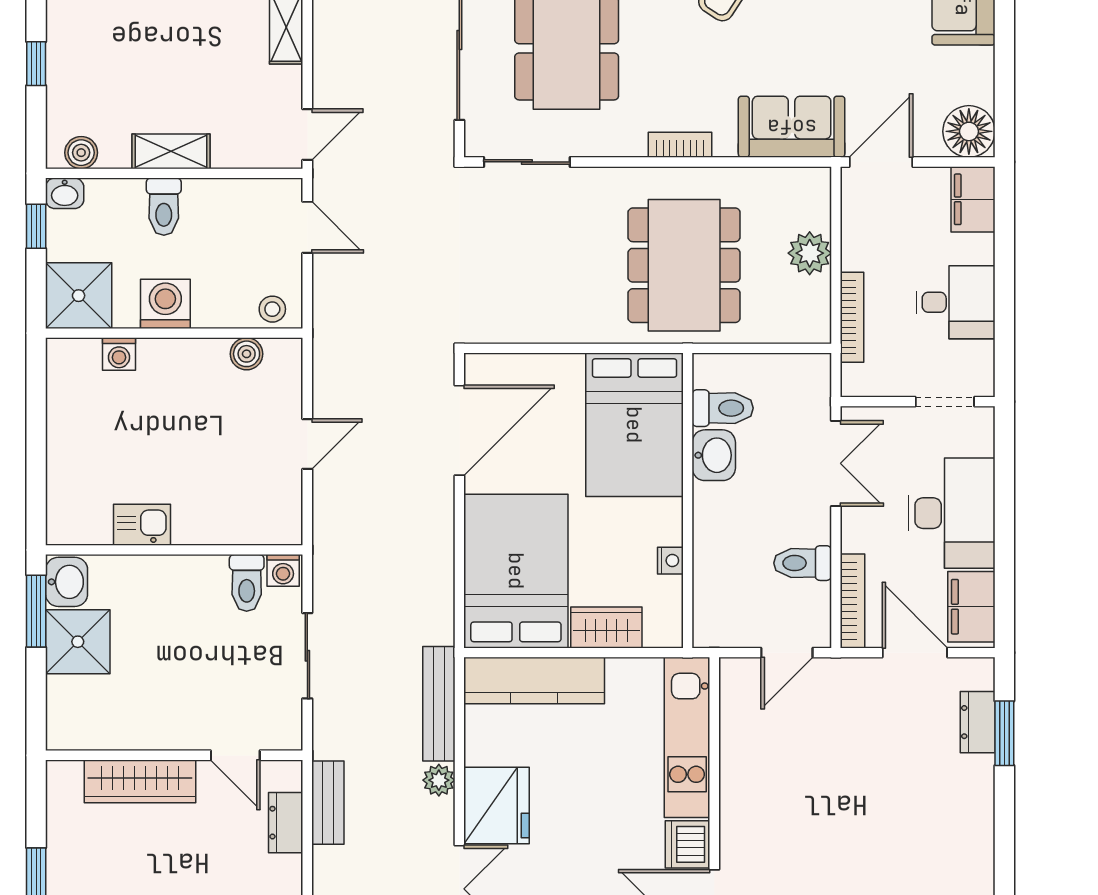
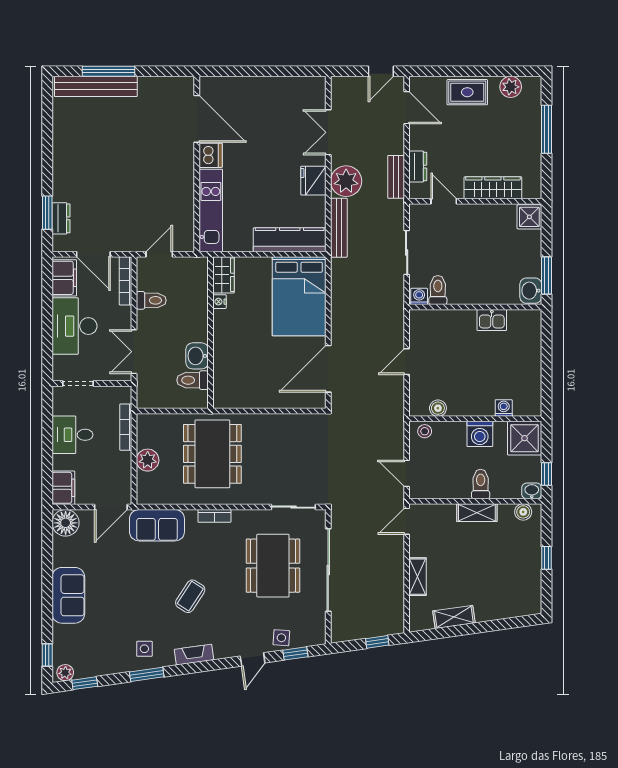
bed: (634, 425) -> (238, 372), removed
wardrobe: (606, 627) -> (224, 275), moved, turned -90
shower: (78, 642) -> (529, 217), moved, width x0.73, depth x0.73
plant: (439, 780) -> (346, 181), width x1.88, depth x1.88
fridge: (497, 805) -> (313, 181), width x0.73, depth x0.75

